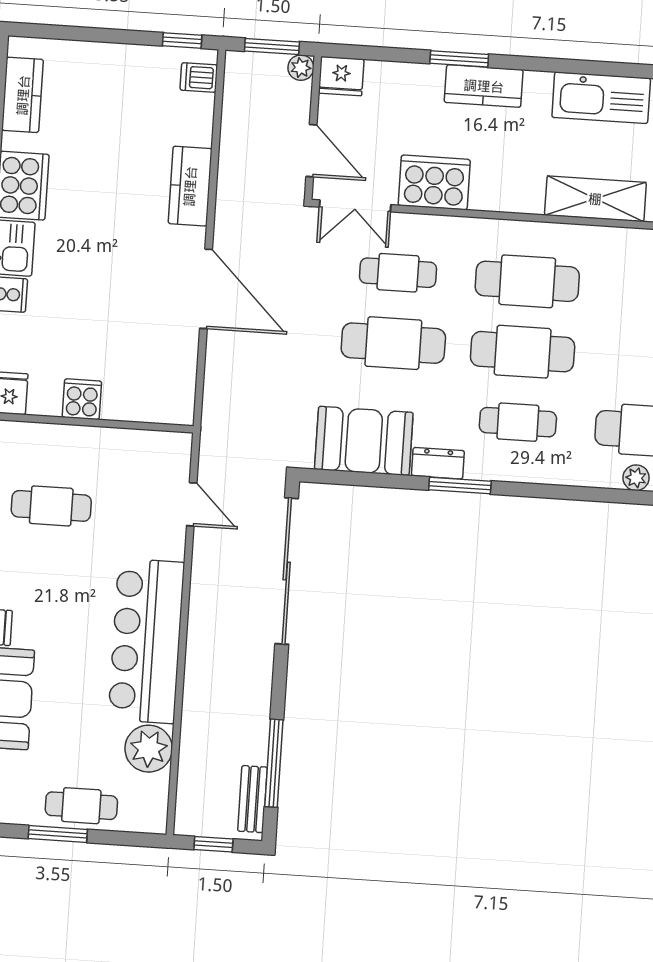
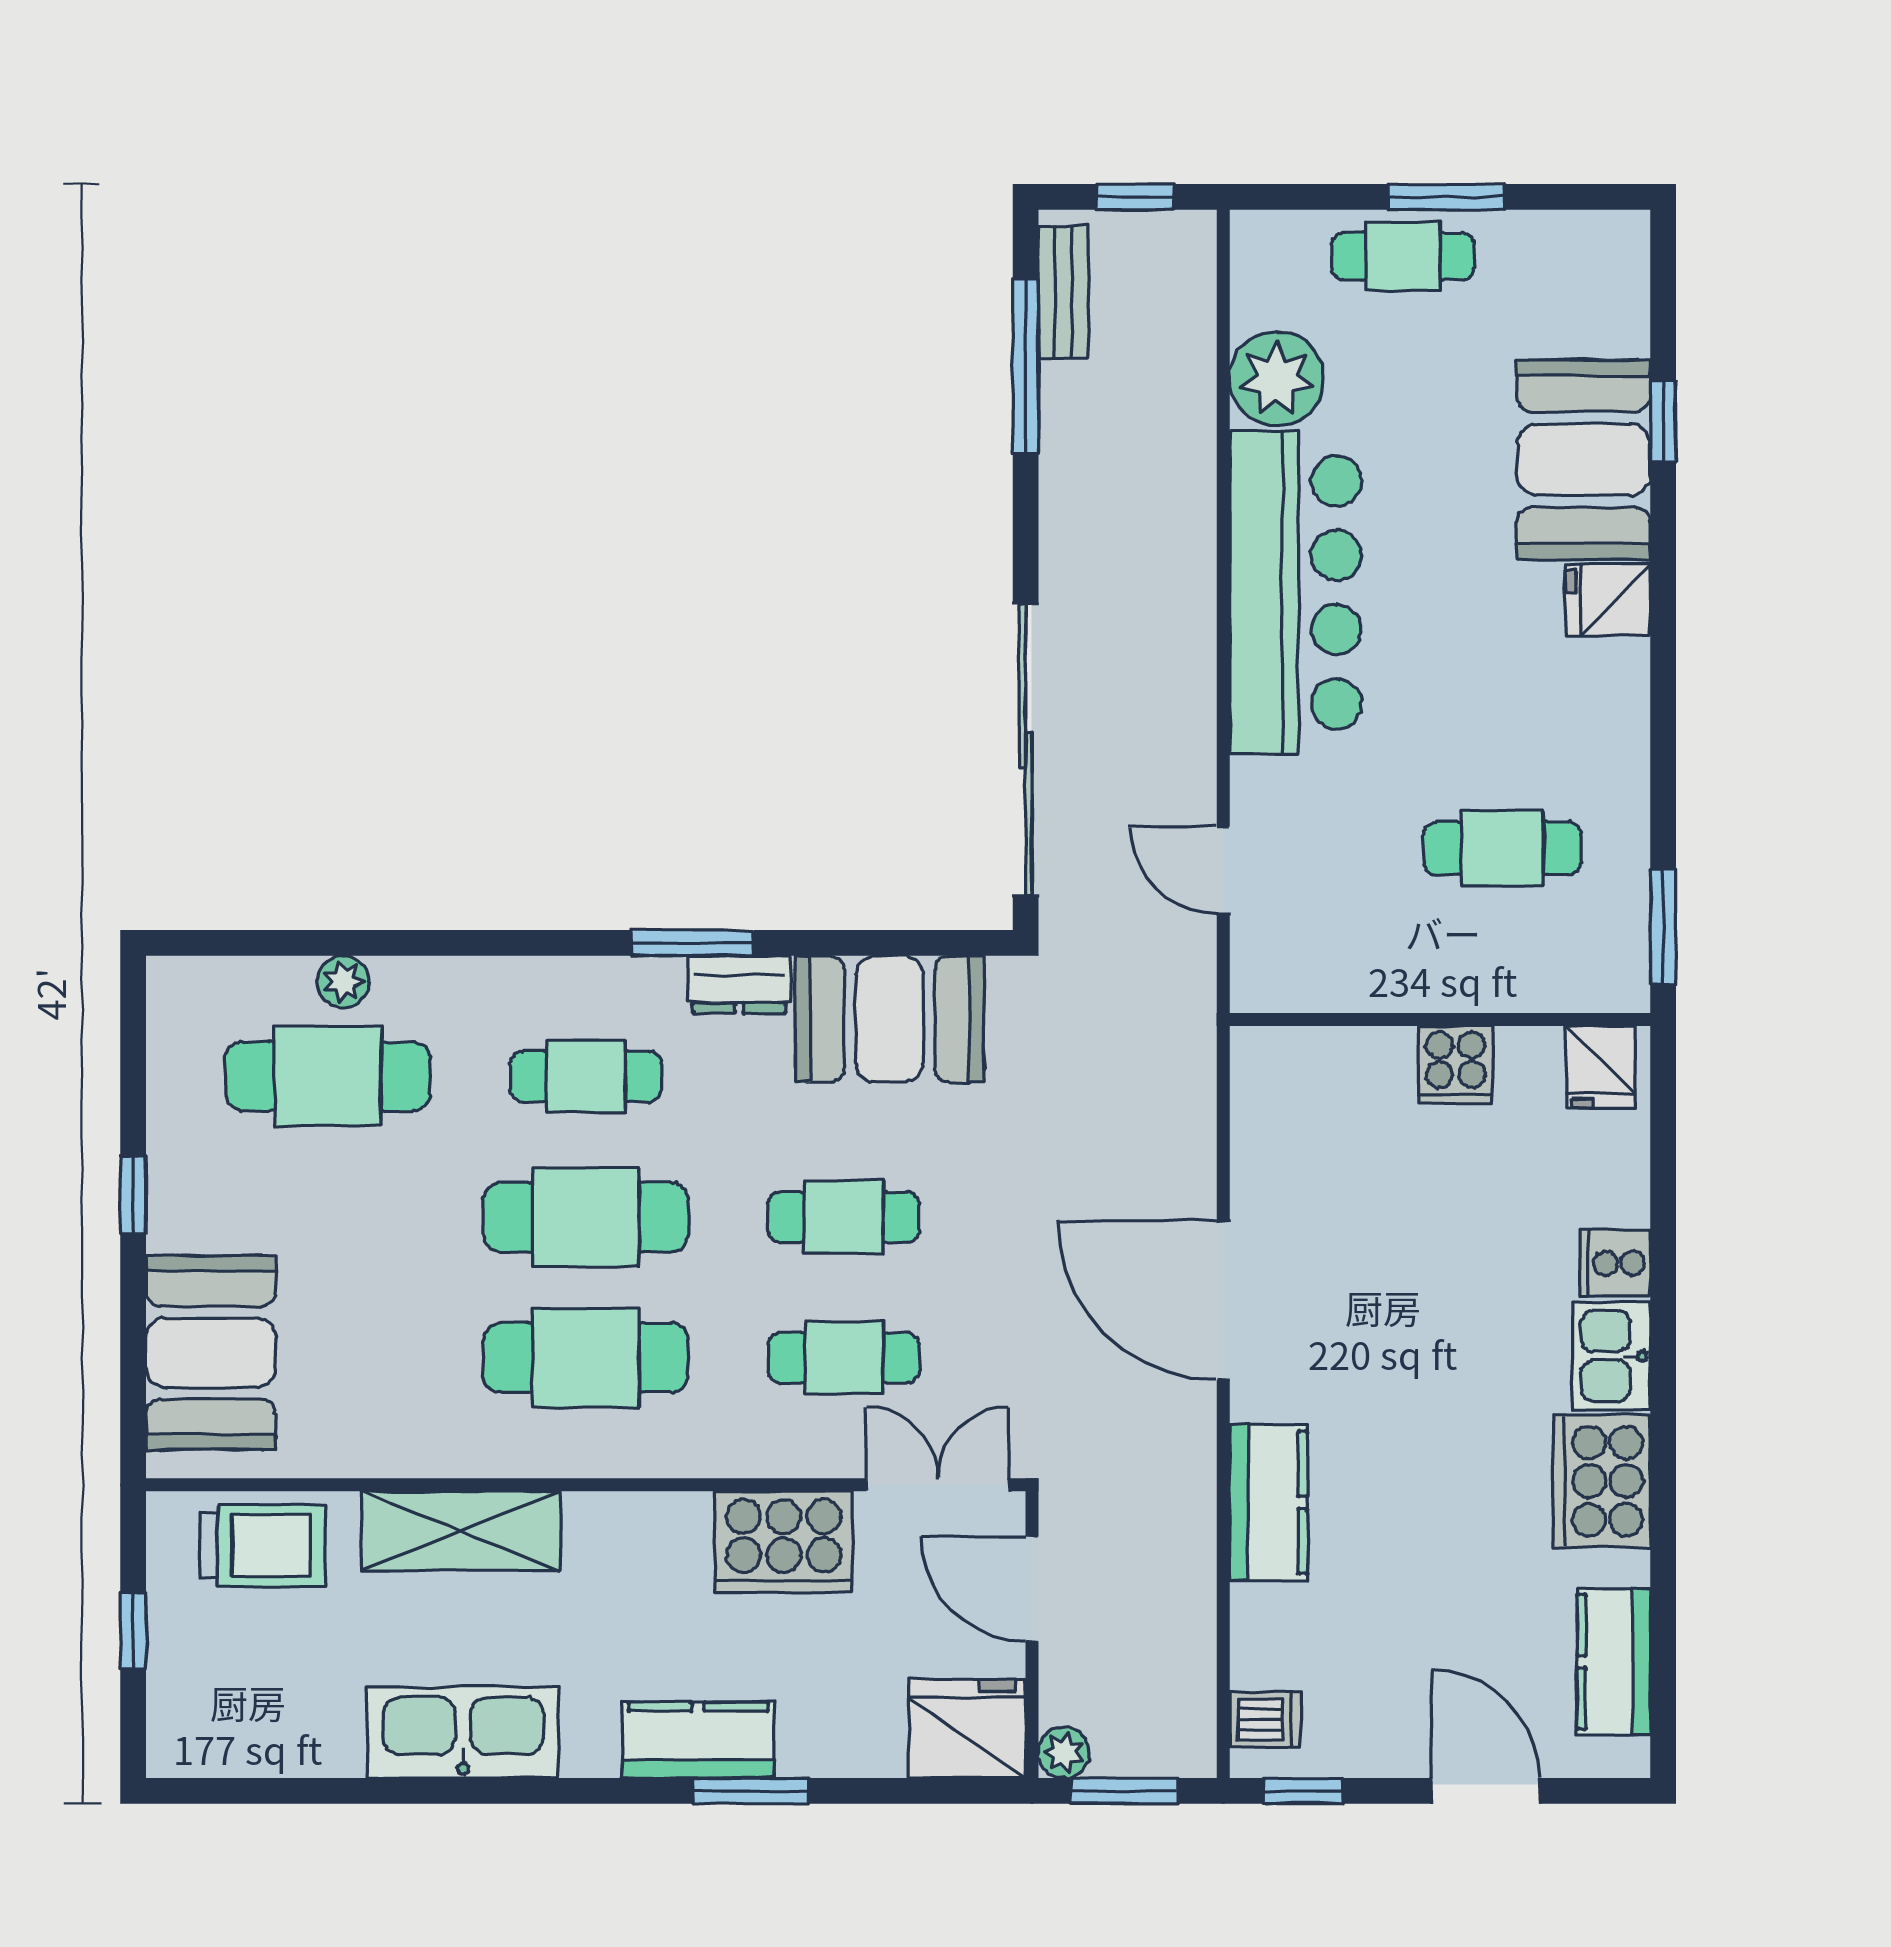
door: (91, 34) -> (1485, 1791), added
fridge: (341, 76) -> (967, 1729), width x1.36, depth x1.34
cafe table: (393, 343) -> (844, 1217), width x0.73, depth x0.74

